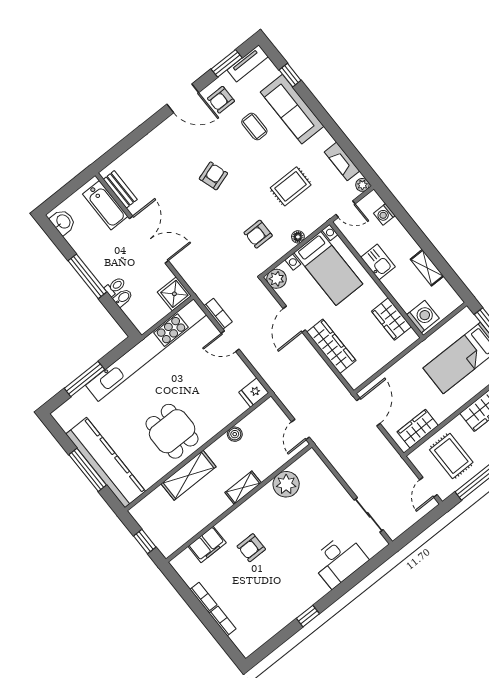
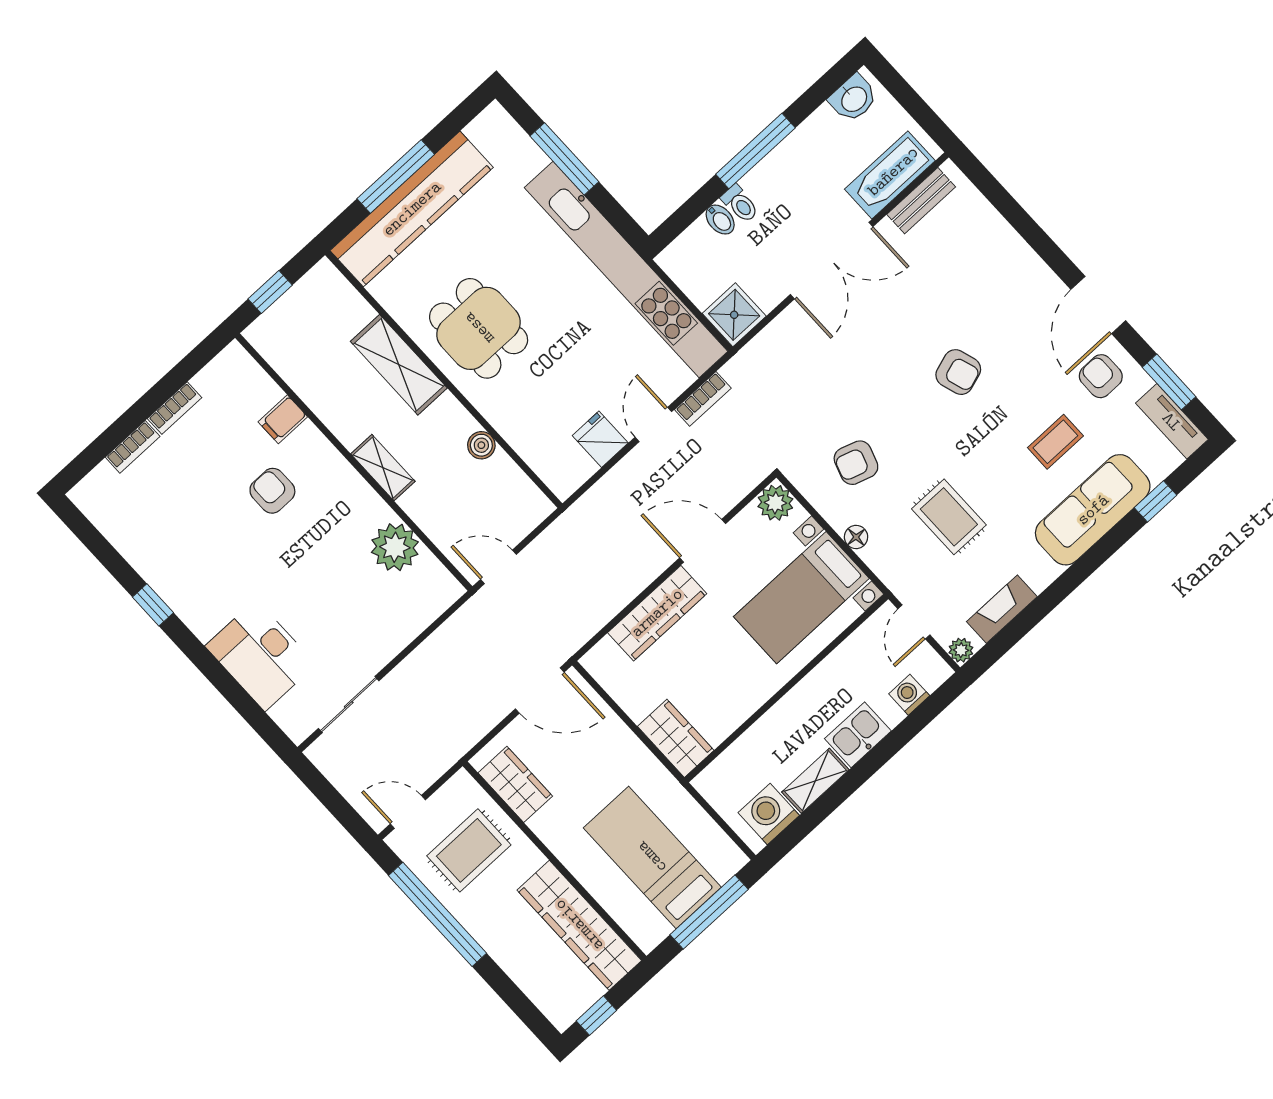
armchair: (258, 234) -> (856, 463), turned -72
kitchen sink: (378, 262) -> (858, 735), moved, turned 180
washing machine: (423, 317) -> (769, 814), moved, turned 180
wardrobe: (391, 319) -> (676, 738), moved, turned 90
fridge: (254, 392) -> (600, 439), moved
dining table: (172, 431) -> (479, 328), turned 90
filing cabinet: (207, 544) -> (283, 419), width x0.50

